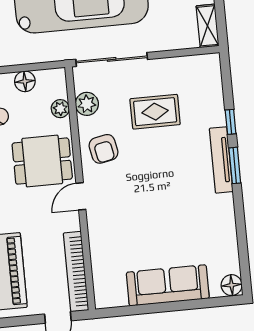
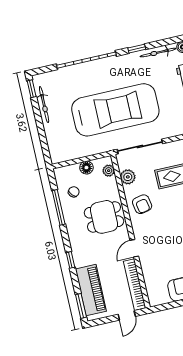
plant: (60, 109) -> (109, 171), moved
door: (81, 196) -> (134, 248), moved

